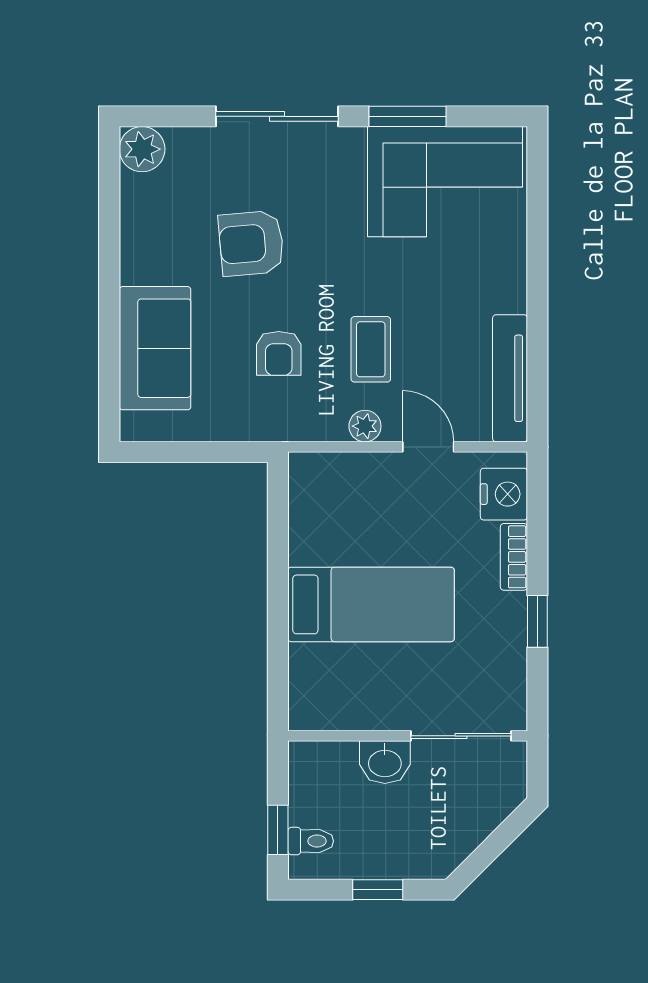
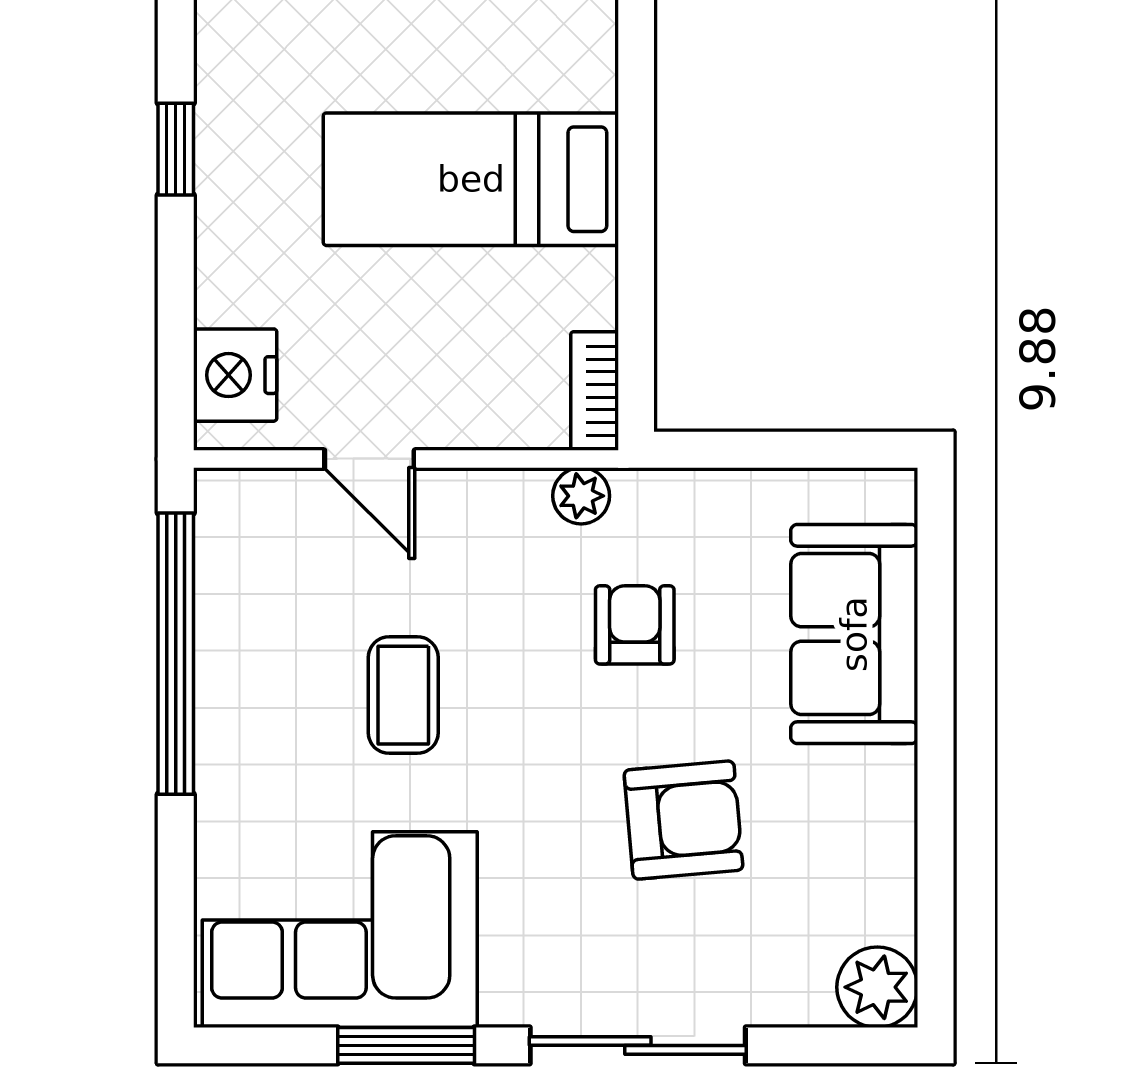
window: (537, 337) -> (176, 654), added
coffee table: (371, 349) -> (403, 695), moved
tv unit: (510, 378) -> (224, 581), removed
plant: (365, 426) -> (581, 496), moved
bookcase: (514, 557) -> (595, 391), moved, turned 180

